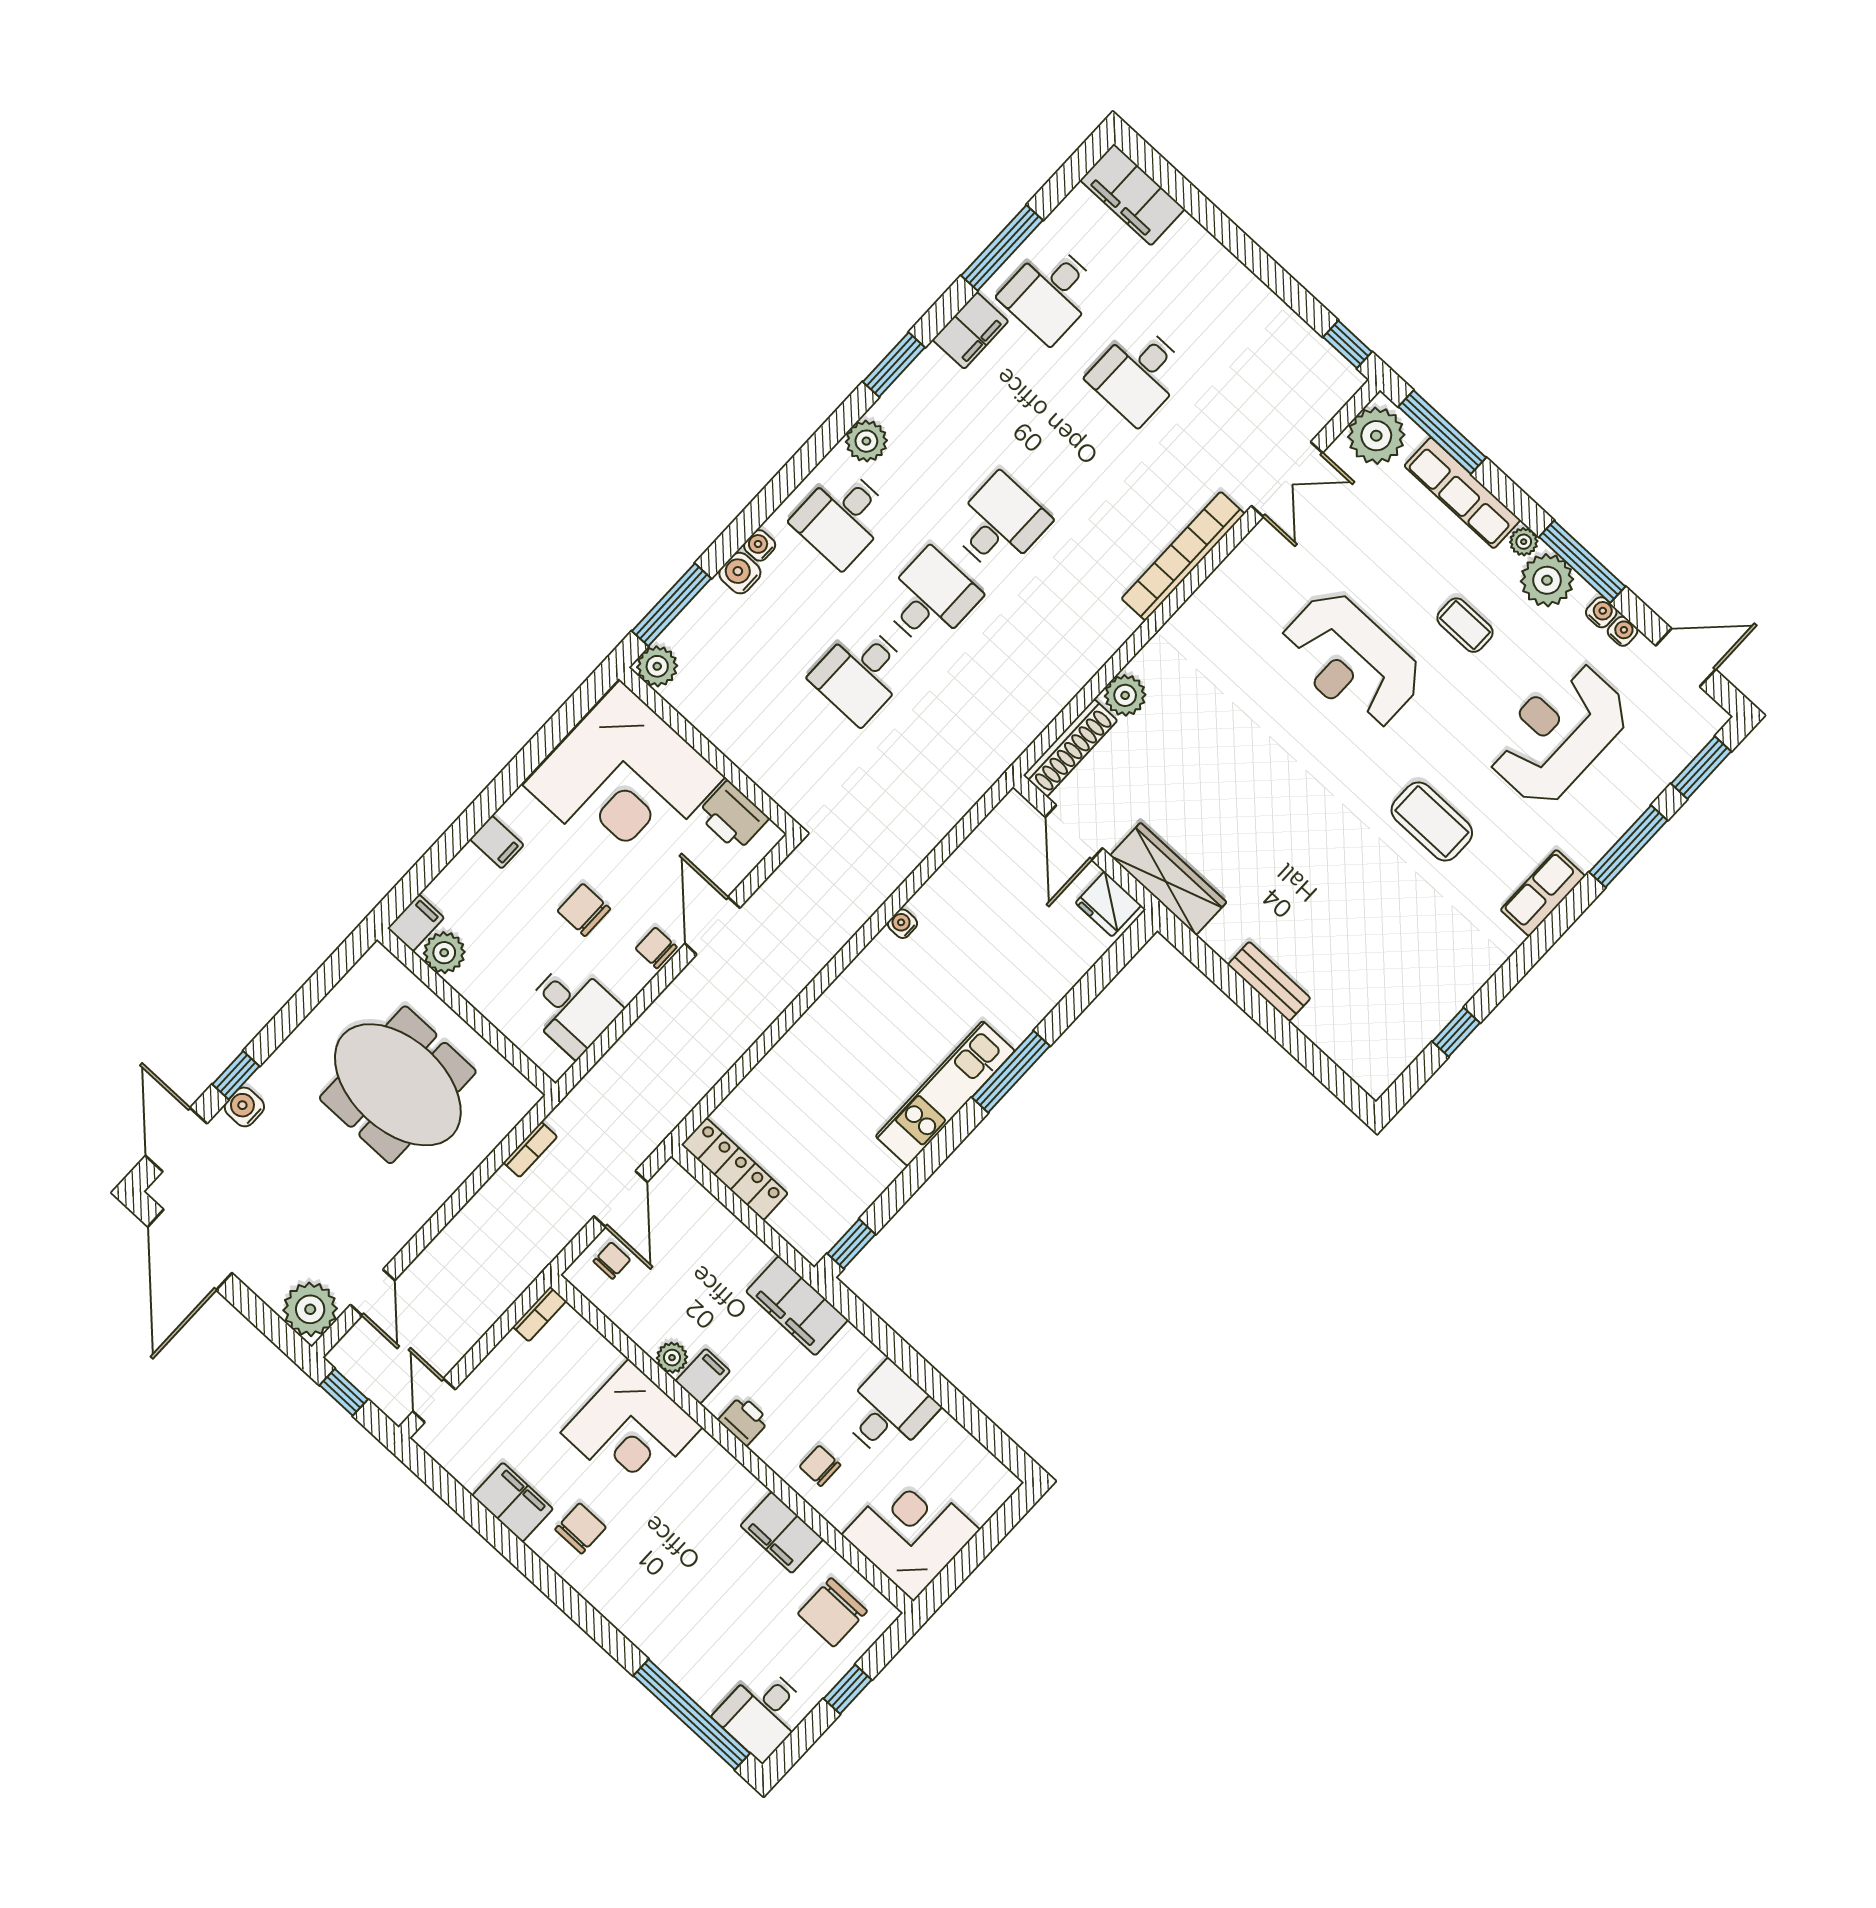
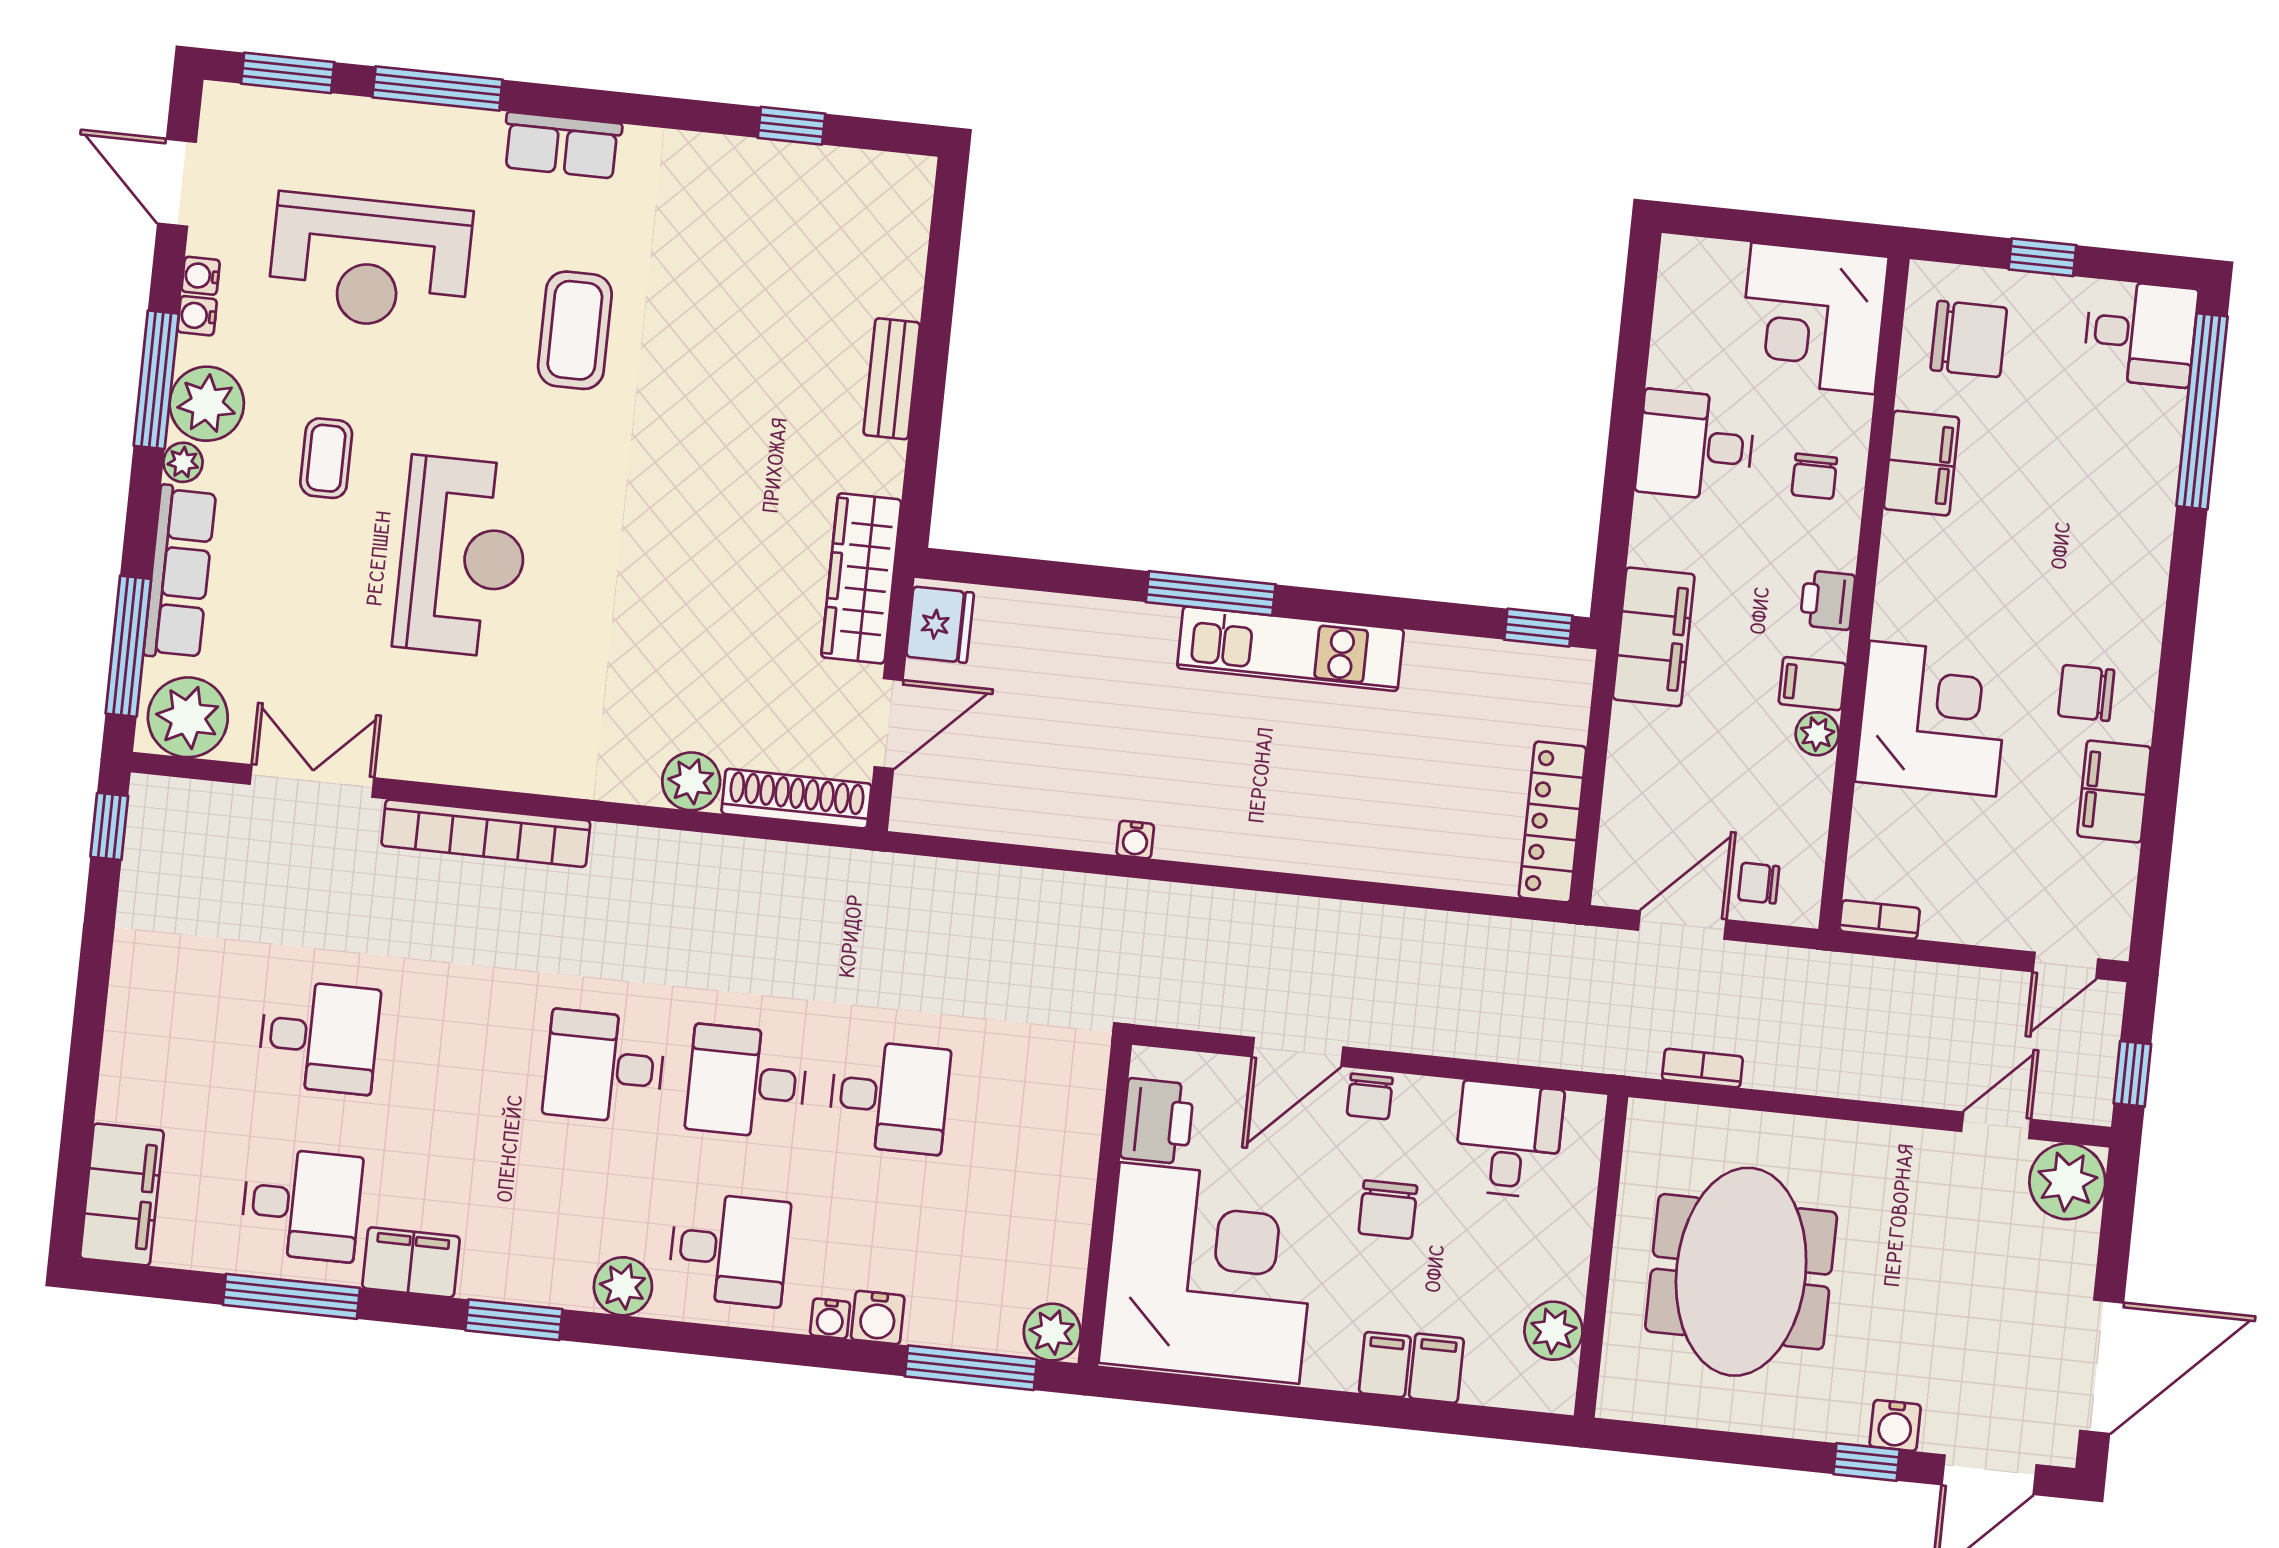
filing cabinet: (416, 923) -> (1436, 1368), moved, turned 90

